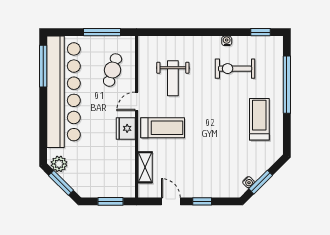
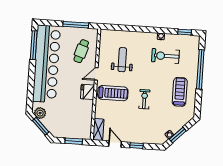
weight bench: (173, 78) -> (122, 60), turned 180
exercise bike: (209, 133) -> (144, 99), added
shelving: (145, 167) -> (98, 130), moved

